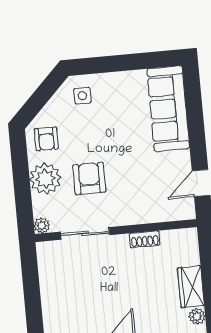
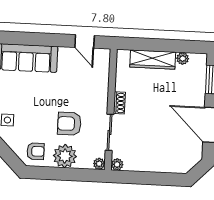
shoe rack: (145, 239) -> (119, 103), moved
plant: (44, 249) -> (117, 164), added
wardrobe: (191, 287) -> (153, 60), width x1.50

